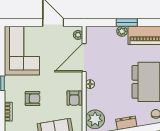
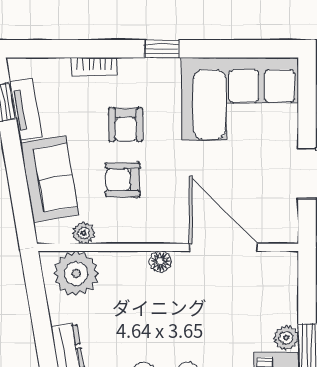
plant: (78, 35) -> (84, 233), moved
armchair: (74, 98) -> (123, 180), moved

